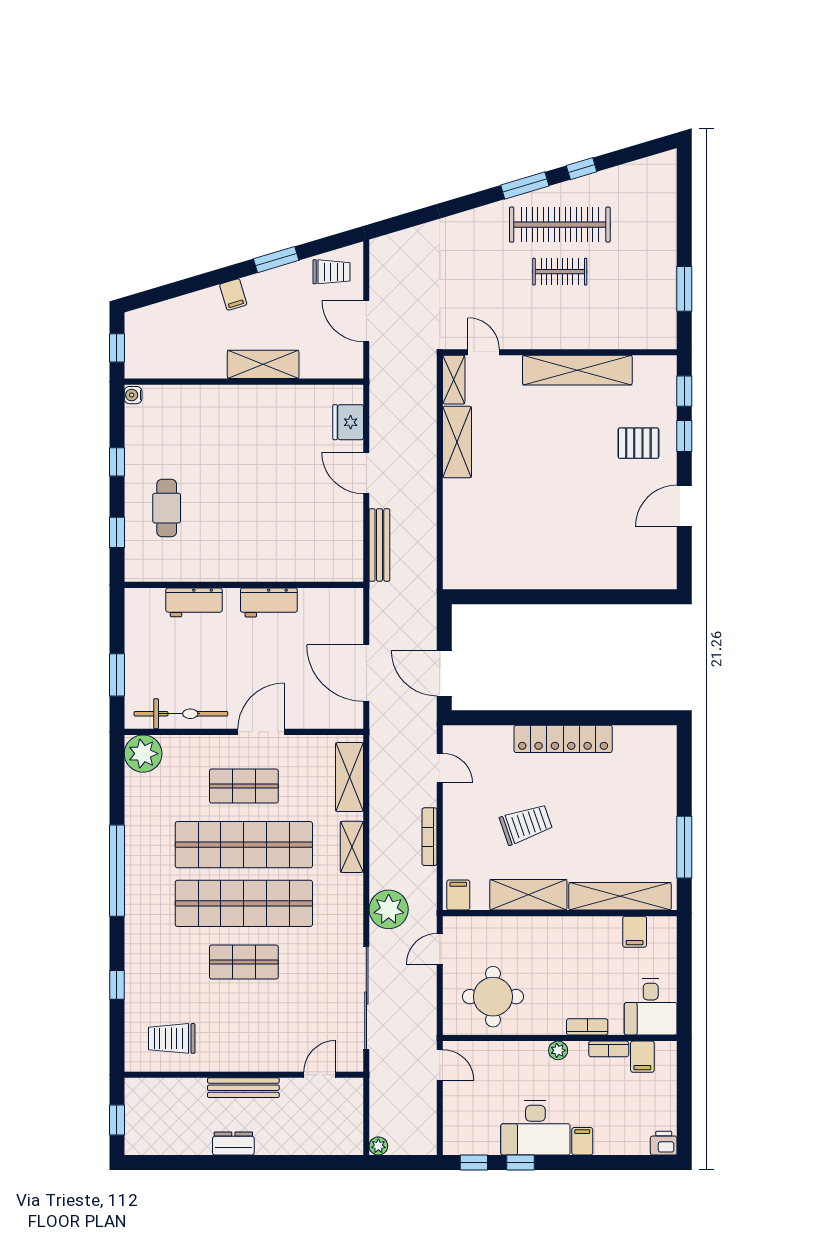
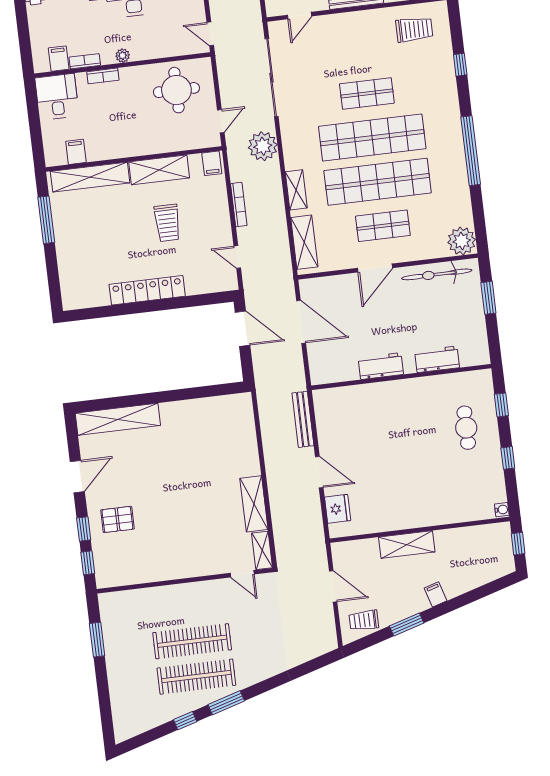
clothes rail: (560, 272) -> (192, 641), width x1.86, depth x1.31
shelving: (577, 370) -> (118, 419), moved
trolley: (526, 824) -> (167, 223), turned -71

